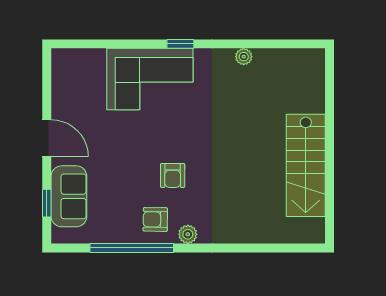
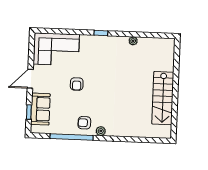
corner sofa: (150, 79) -> (56, 49), moved
door: (47, 138) -> (30, 79), swing flipped
armchair: (173, 175) -> (77, 84), moved

